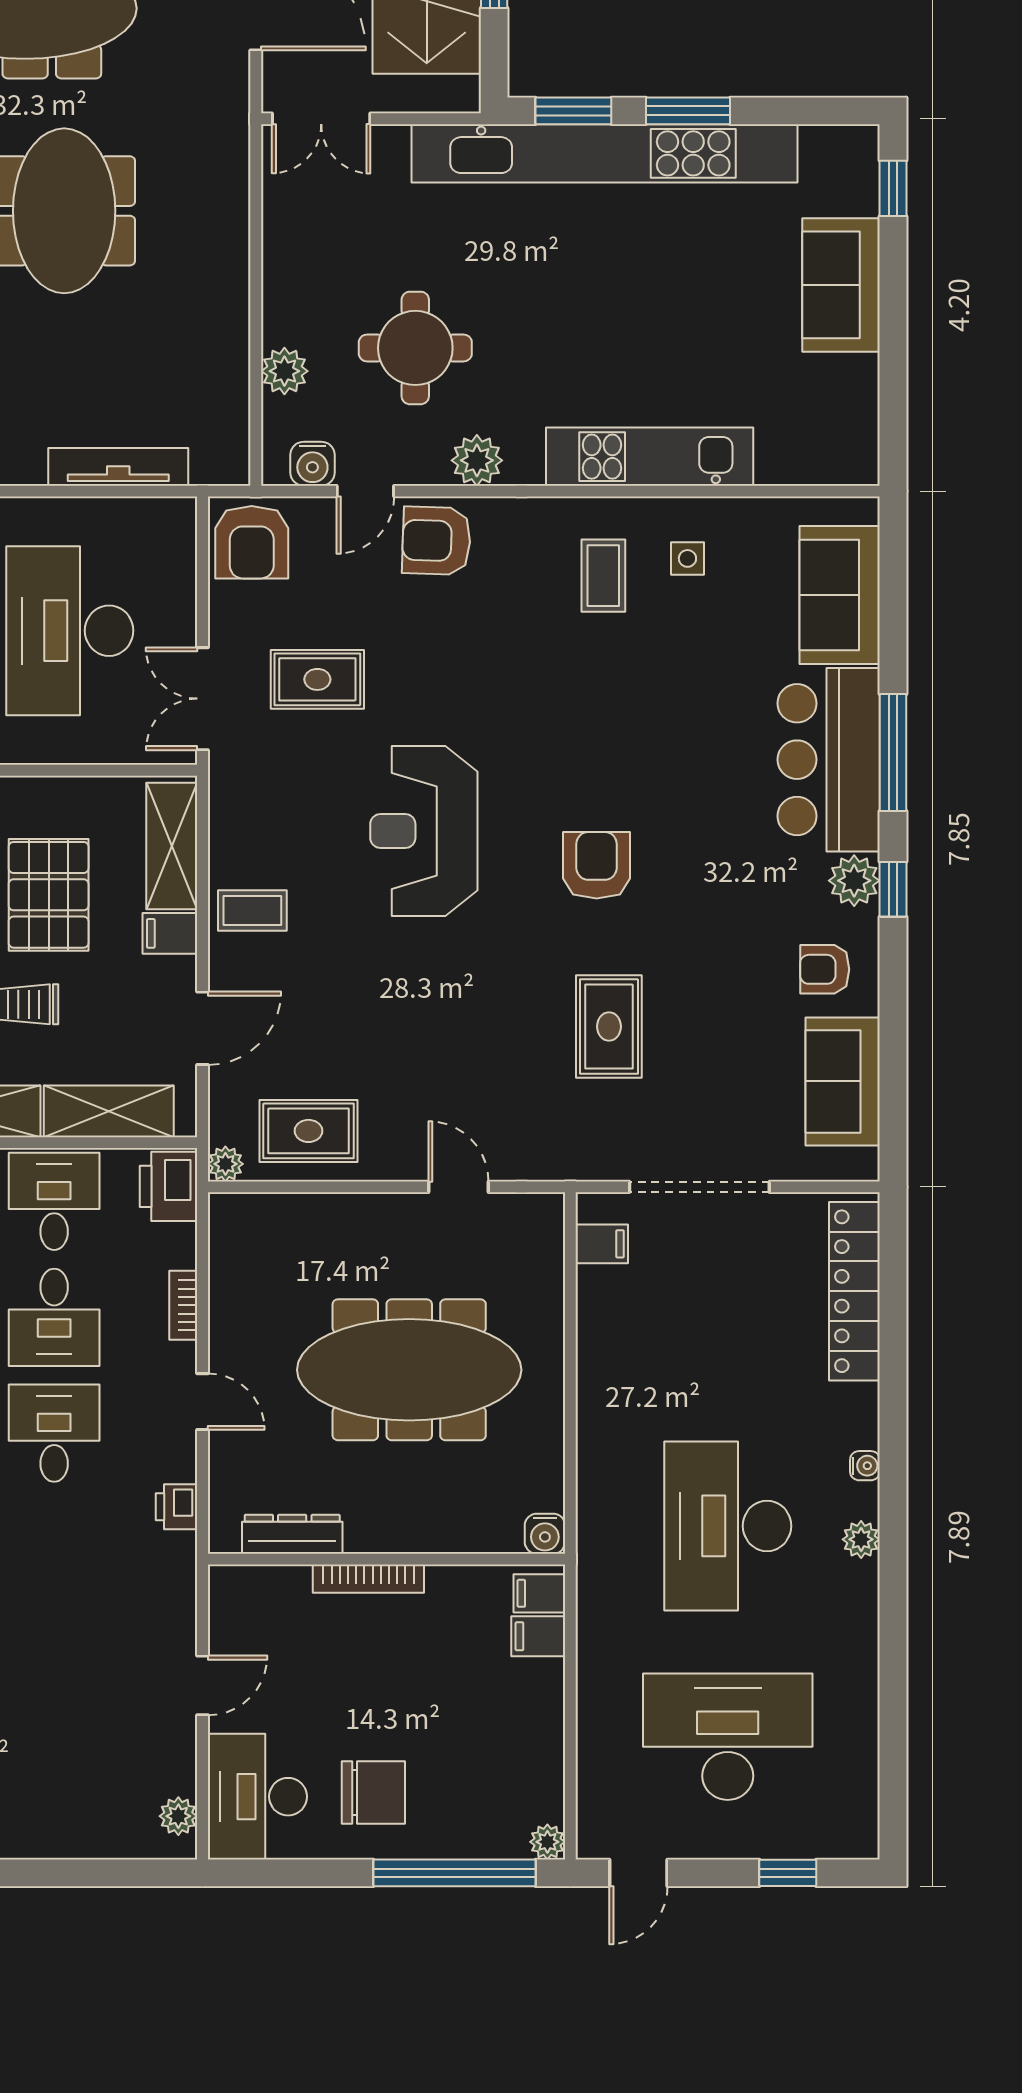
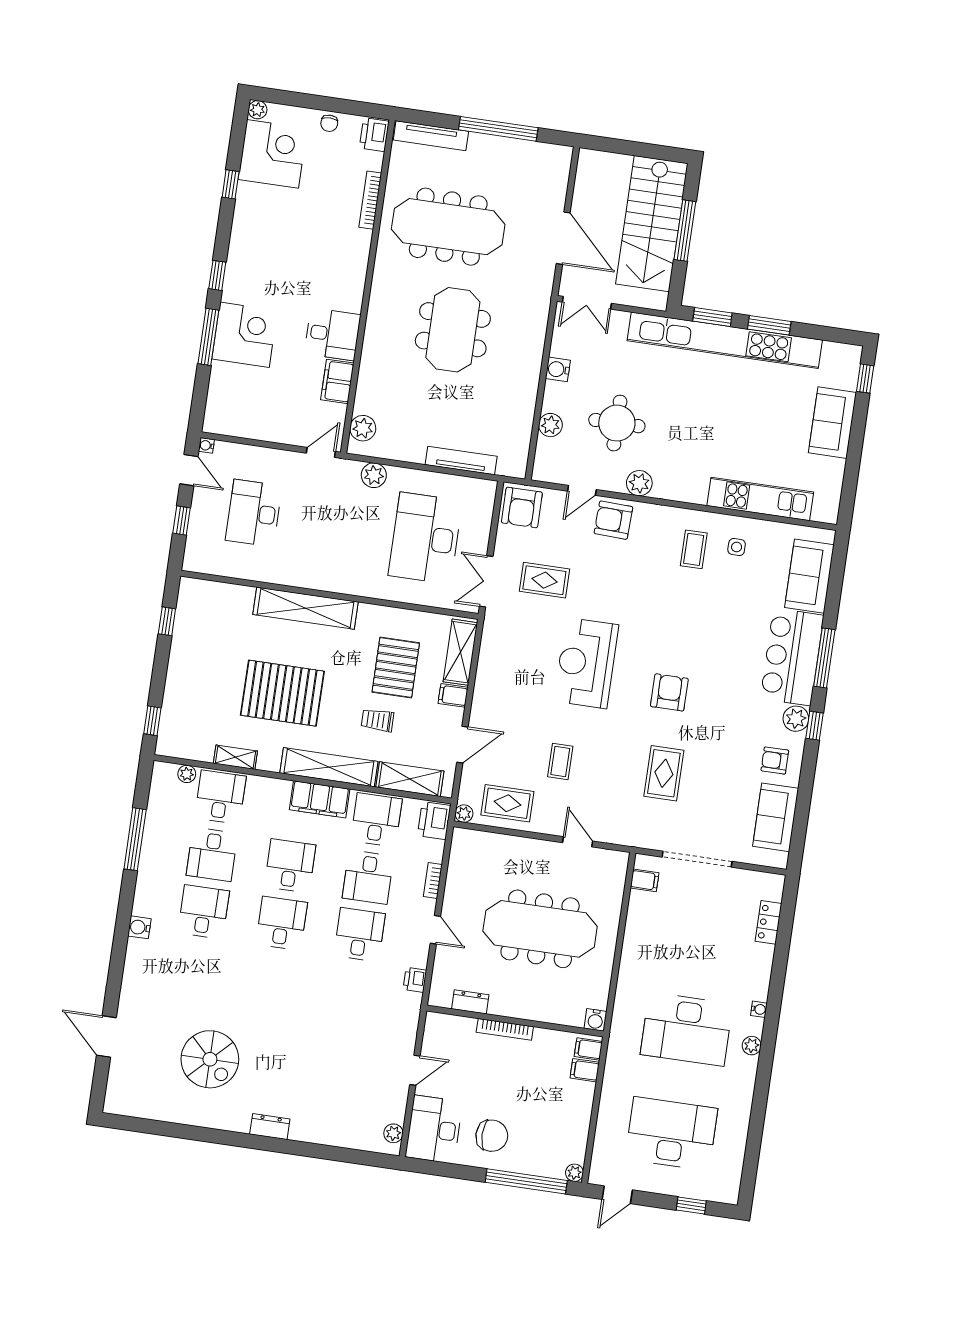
kitchen unit: (650, 457) -> (760, 499), moved
water cooler: (312, 464) -> (558, 369), moved, turned 90
coffee table: (252, 910) -> (560, 761), moved, turned 90
locker: (854, 1291) -> (768, 922), width x0.46, depth x0.83
desk: (728, 1526) -> (687, 1029), turned -90
dresser: (292, 1534) -> (470, 1002), width x0.70

